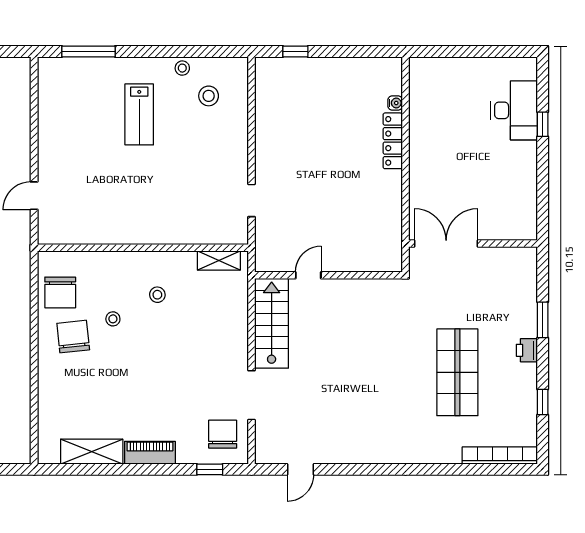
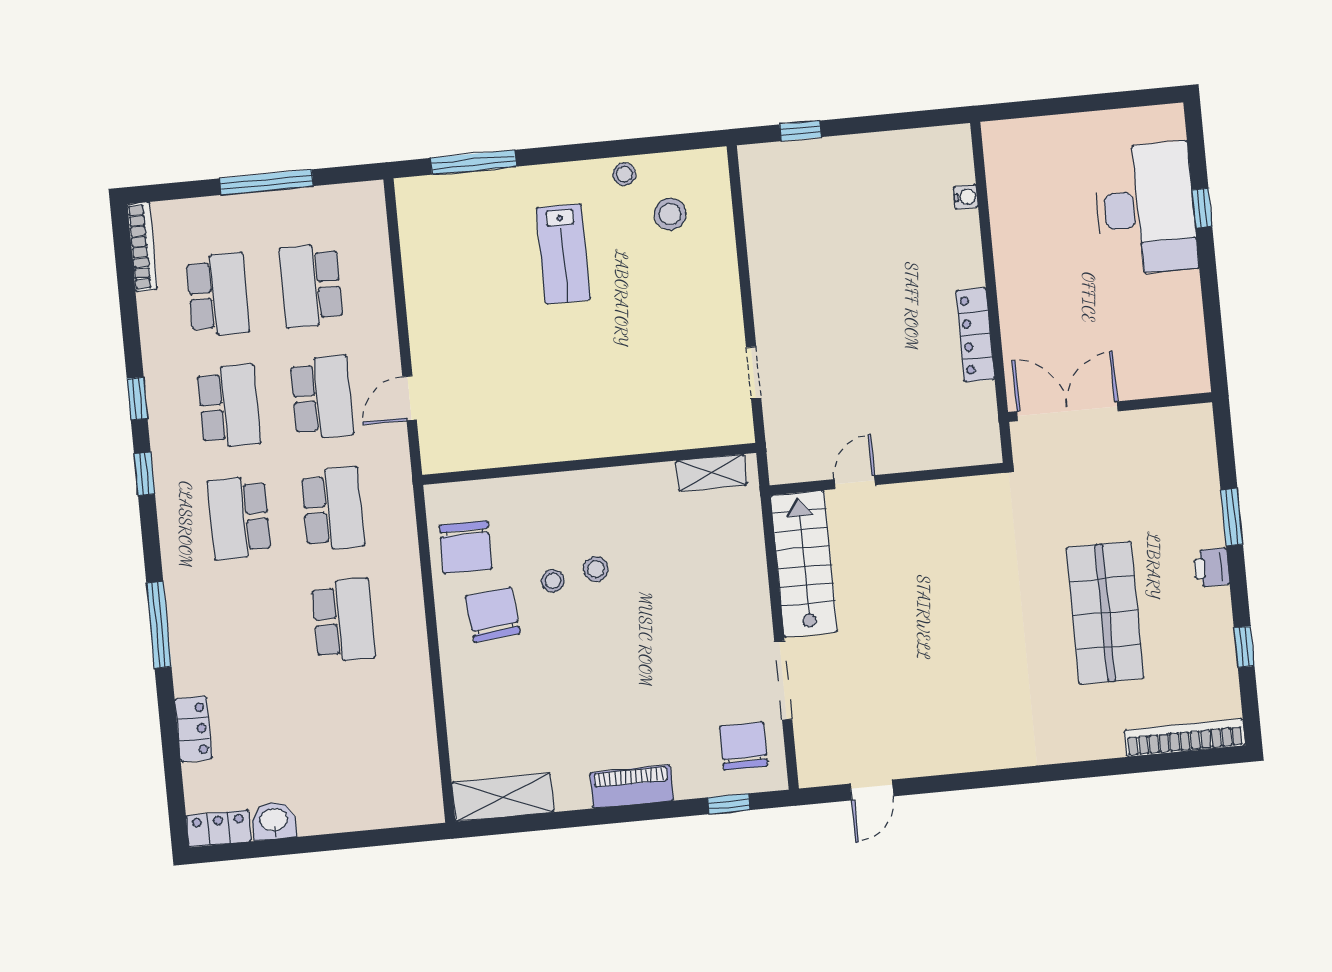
desk: (514, 110) -> (1146, 209), width x1.36, depth x1.30
locker: (393, 141) -> (975, 335), moved
stool: (157, 295) -> (596, 569), moved
shelving: (92, 452) -> (503, 797), moved

